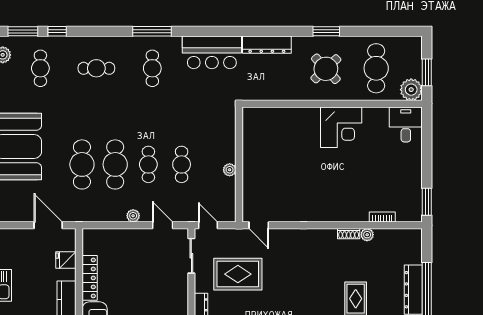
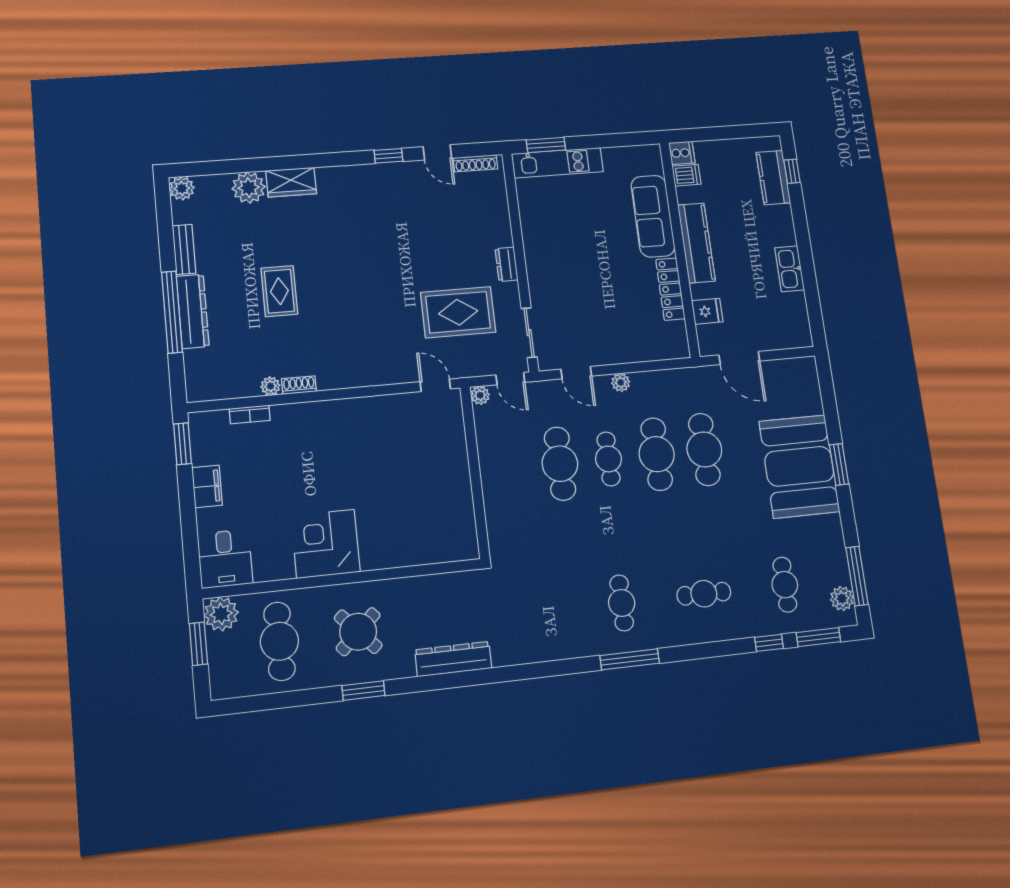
bar counter: (212, 52) -> (536, 637), removed
cafe table: (182, 164) -> (560, 464), width x1.37, depth x1.35
plant: (230, 170) -> (480, 395), moved
filing cabinet: (413, 172) -> (207, 486), added

